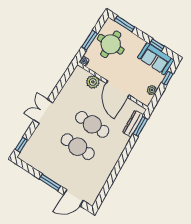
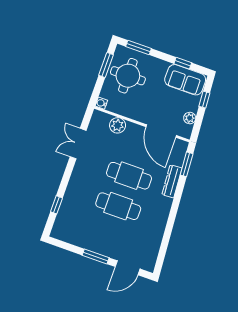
window: (90, 40) -> (106, 65), moved
door: (118, 89) -> (161, 131), moved
double door: (43, 111) -> (78, 144), moved
dresser: (133, 124) -> (172, 181), moved
window: (21, 145) -> (56, 205), moved

